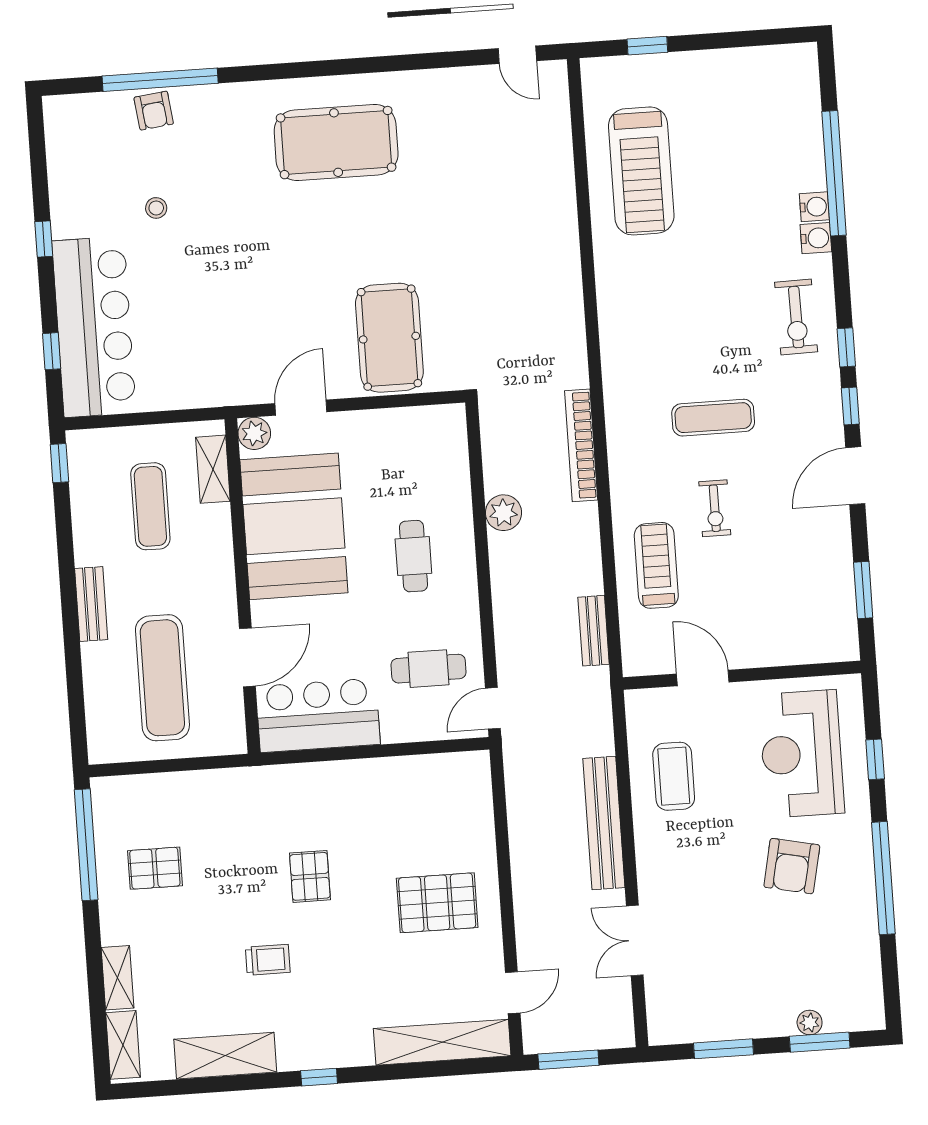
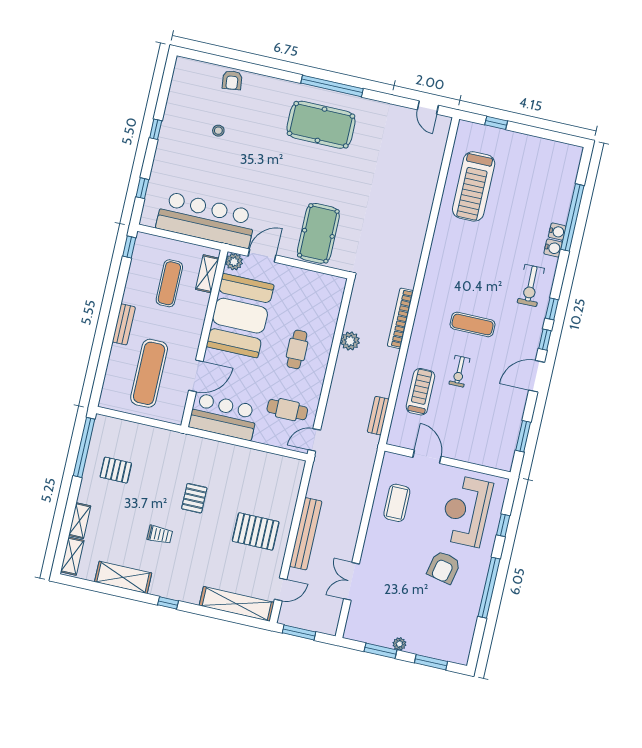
window: (160, 80) -> (332, 86), moved
bar counter: (94, 327) -> (206, 220), moved, turned -90
bench: (604, 823) -> (306, 534), moved
plant: (810, 1023) -> (399, 644), moved

